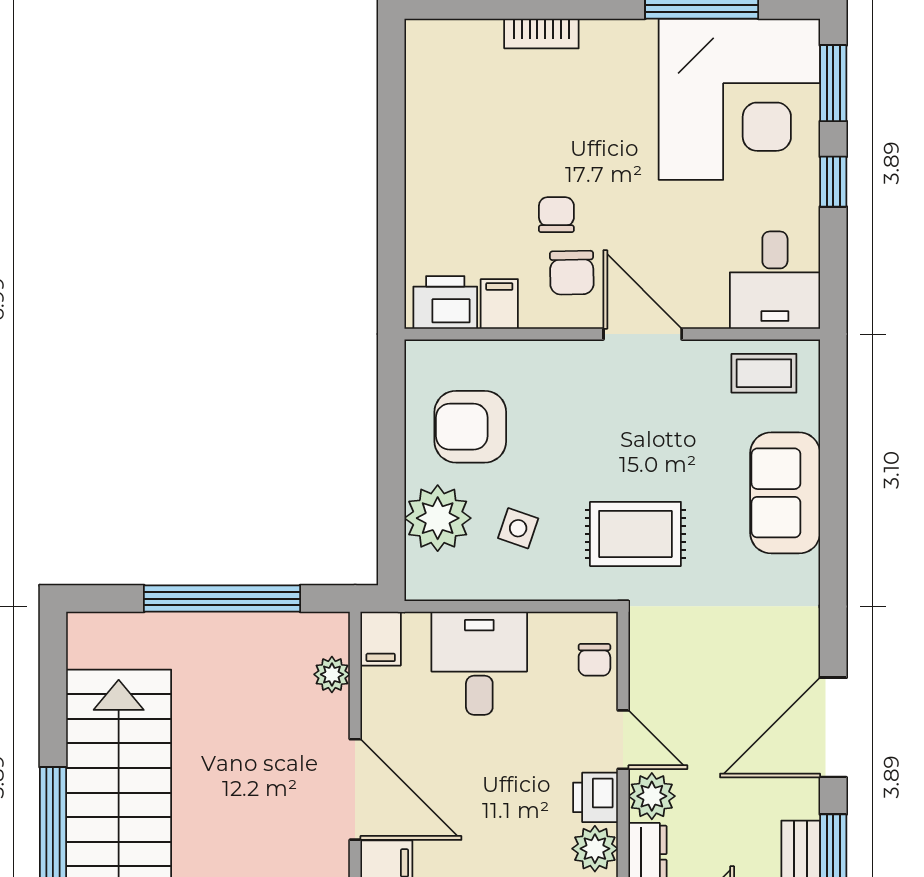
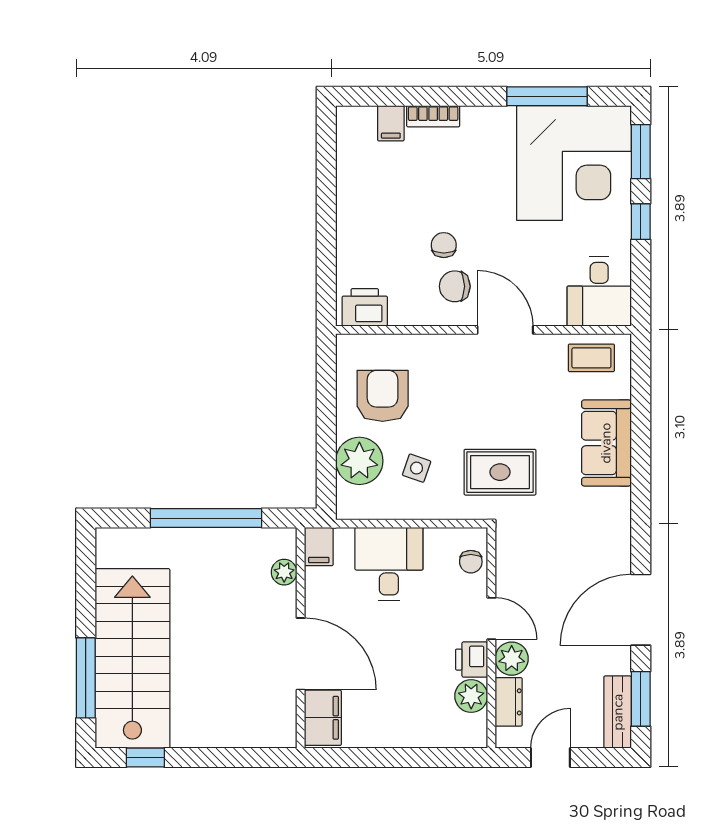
chair: (572, 273) -> (455, 286), turned 91
filing cabinet: (499, 304) -> (391, 123), moved, turned 180
armchair: (470, 427) -> (383, 396), turned 90

